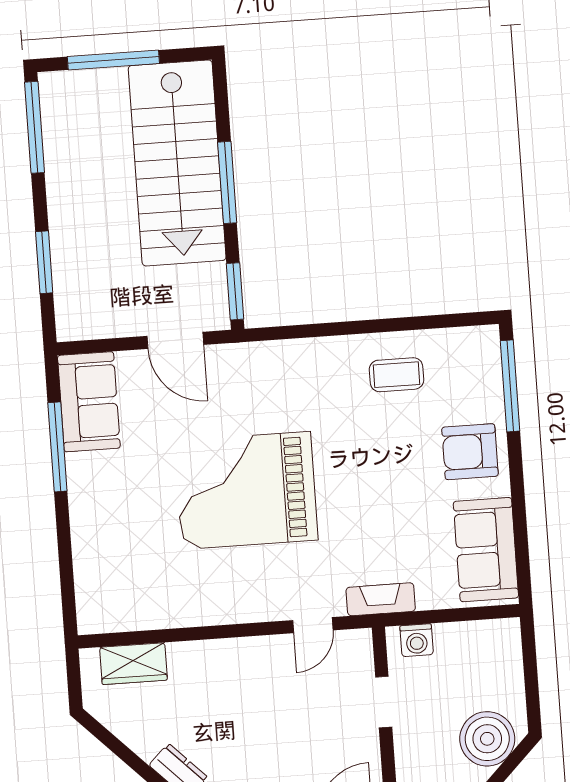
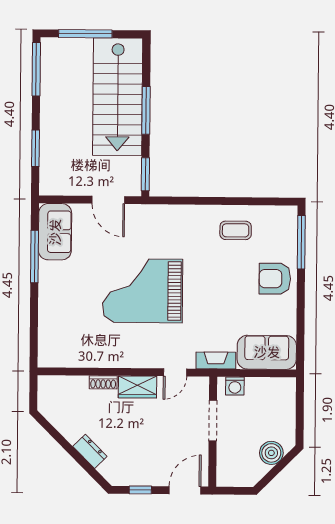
sofa: (486, 550) -> (267, 352), moved, turned 90
shoe rack: (192, 652) -> (103, 382), added
wardrobe: (133, 664) -> (137, 387), moved
doorway: (384, 702) -> (213, 420), width x1.38
boiler: (487, 739) -> (271, 453), width x0.73, depth x0.73

